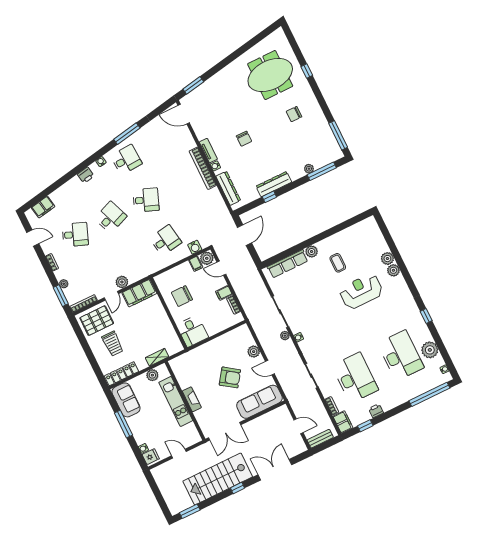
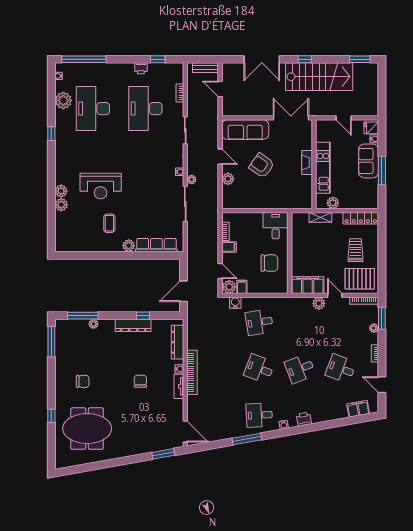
door: (111, 296) -> (335, 295), hinge flipped
sofa: (126, 400) -> (368, 161), moved
filing cabinet: (343, 422) -> (177, 73), removed

